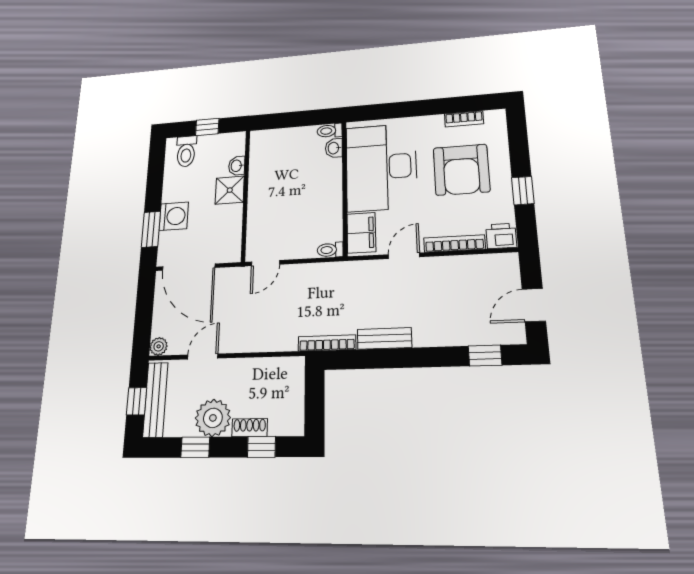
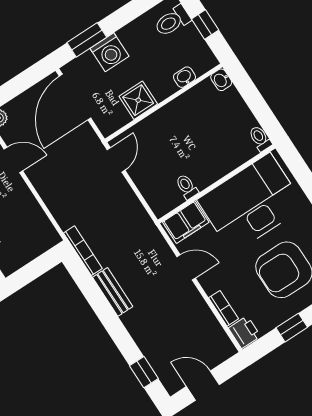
washbasin: (334, 148) -> (221, 80), moved, turned -90
shower: (230, 190) -> (138, 100), moved
bookcase: (454, 243) -> (224, 308), width x0.64
toilet: (330, 250) -> (187, 187), moved
door: (265, 263) -> (116, 160), swing flipped

